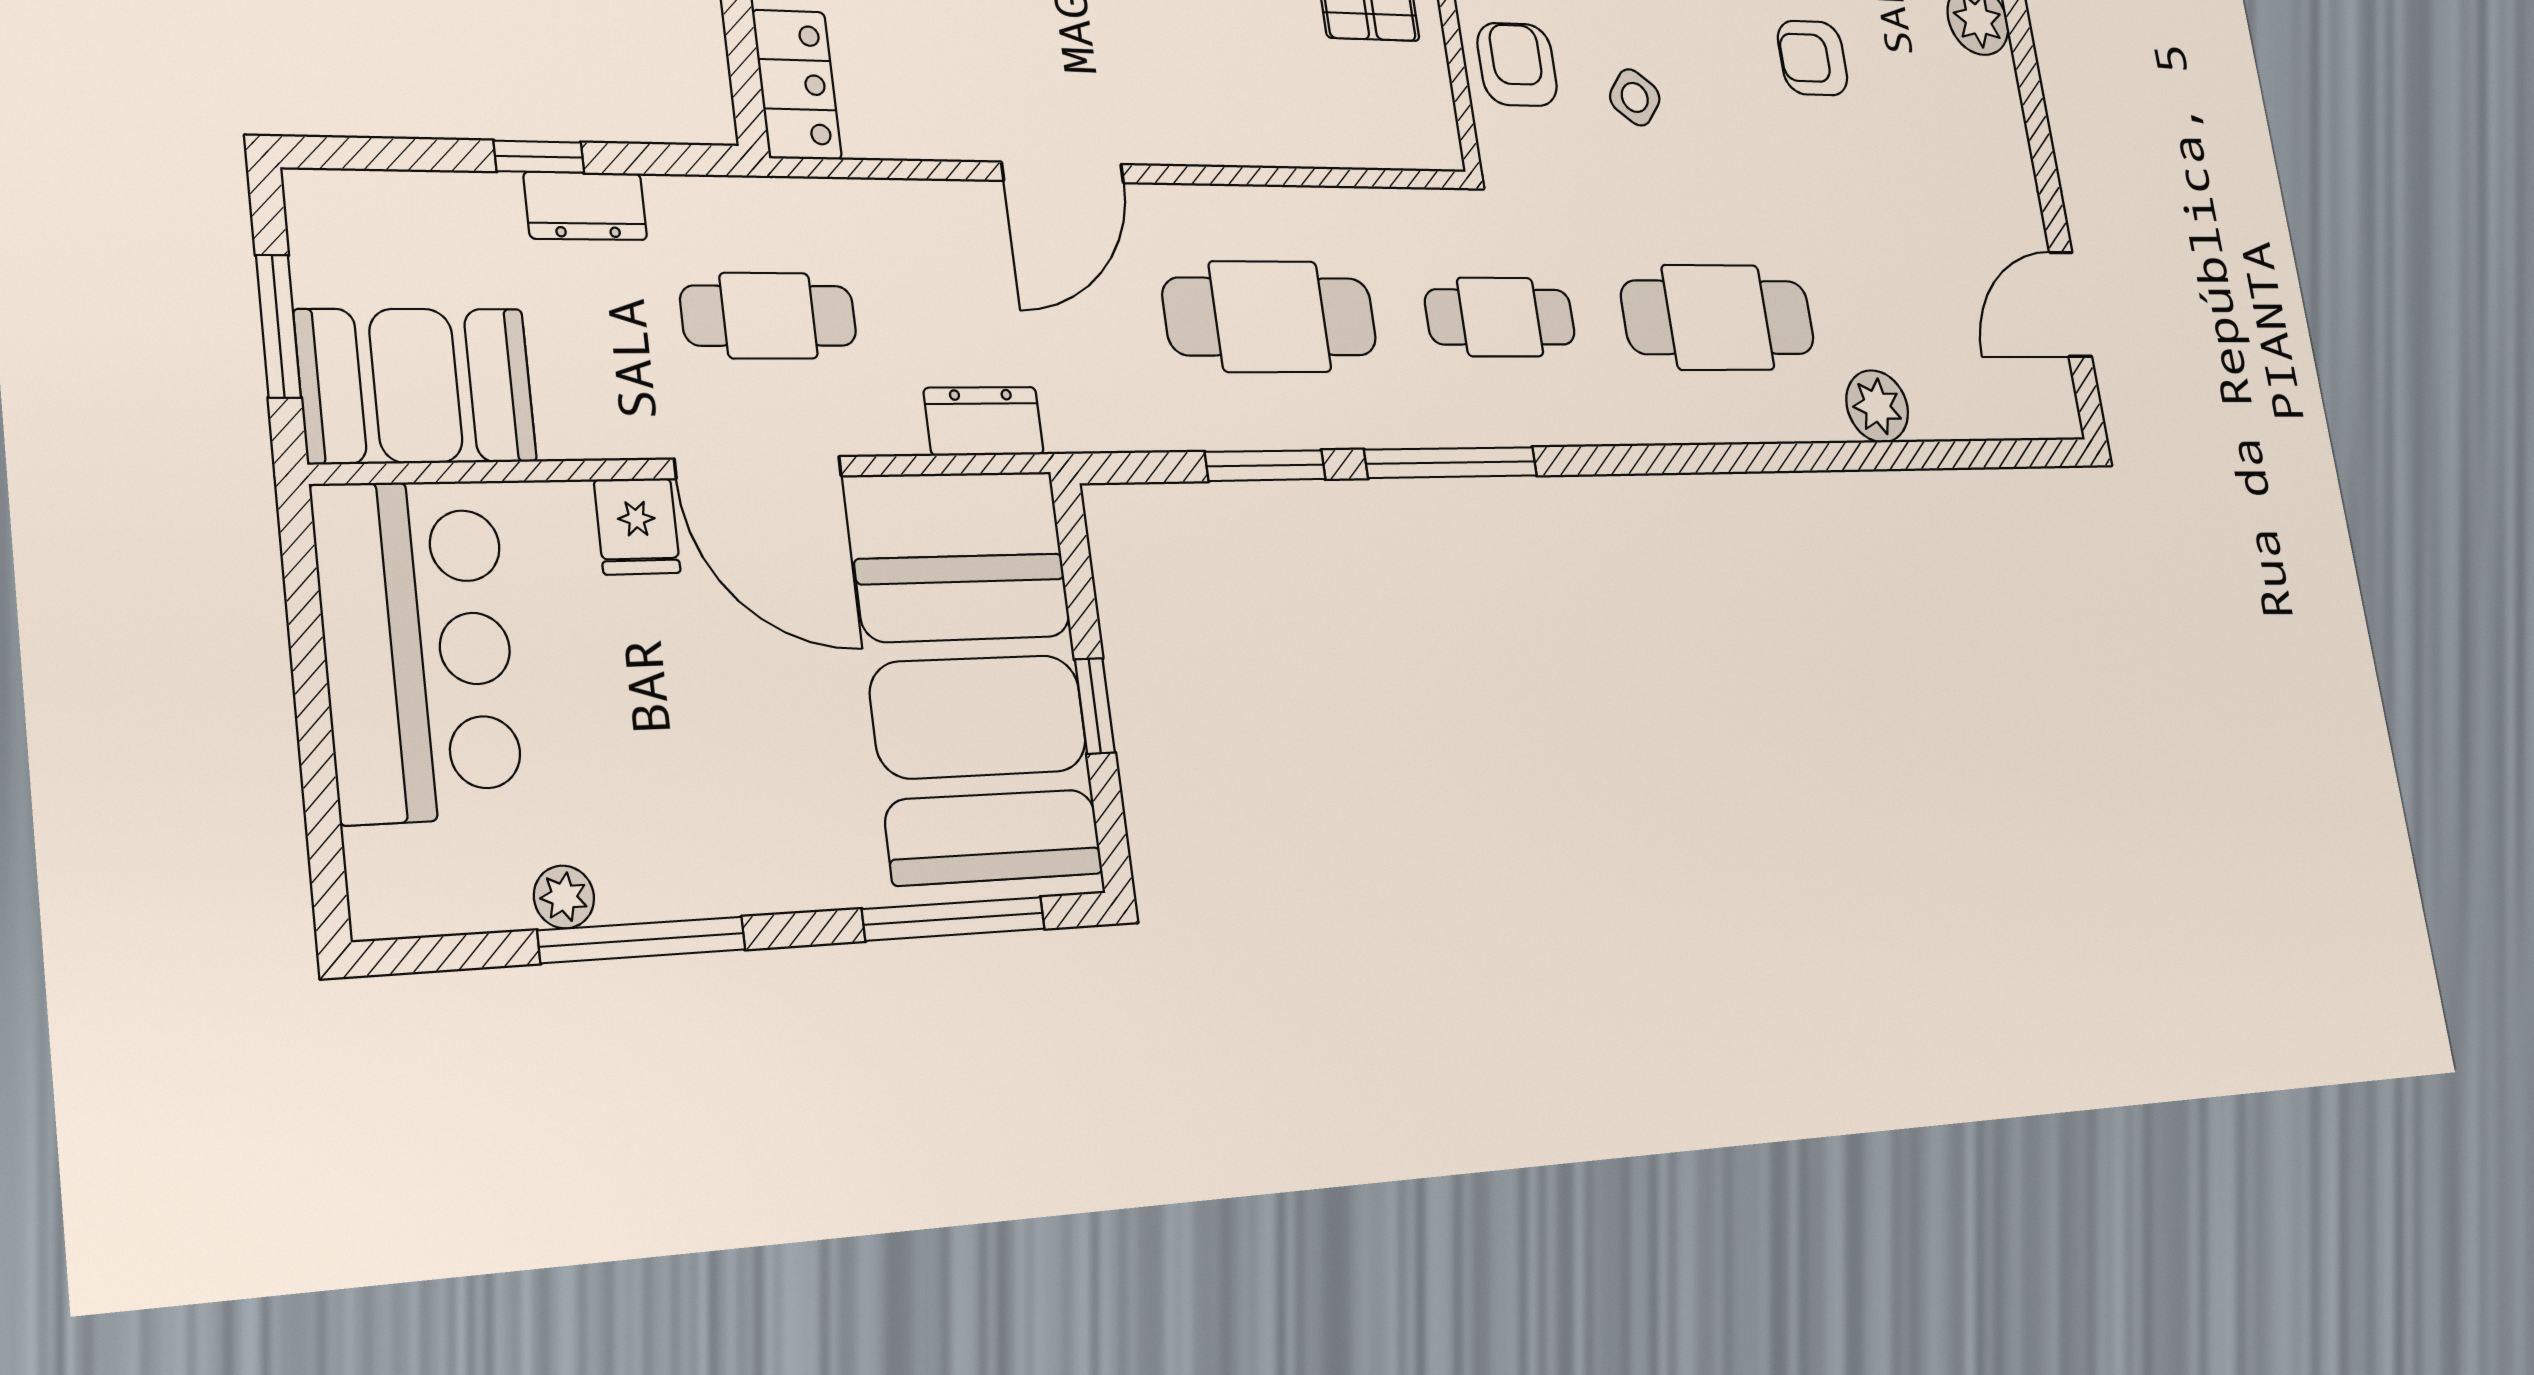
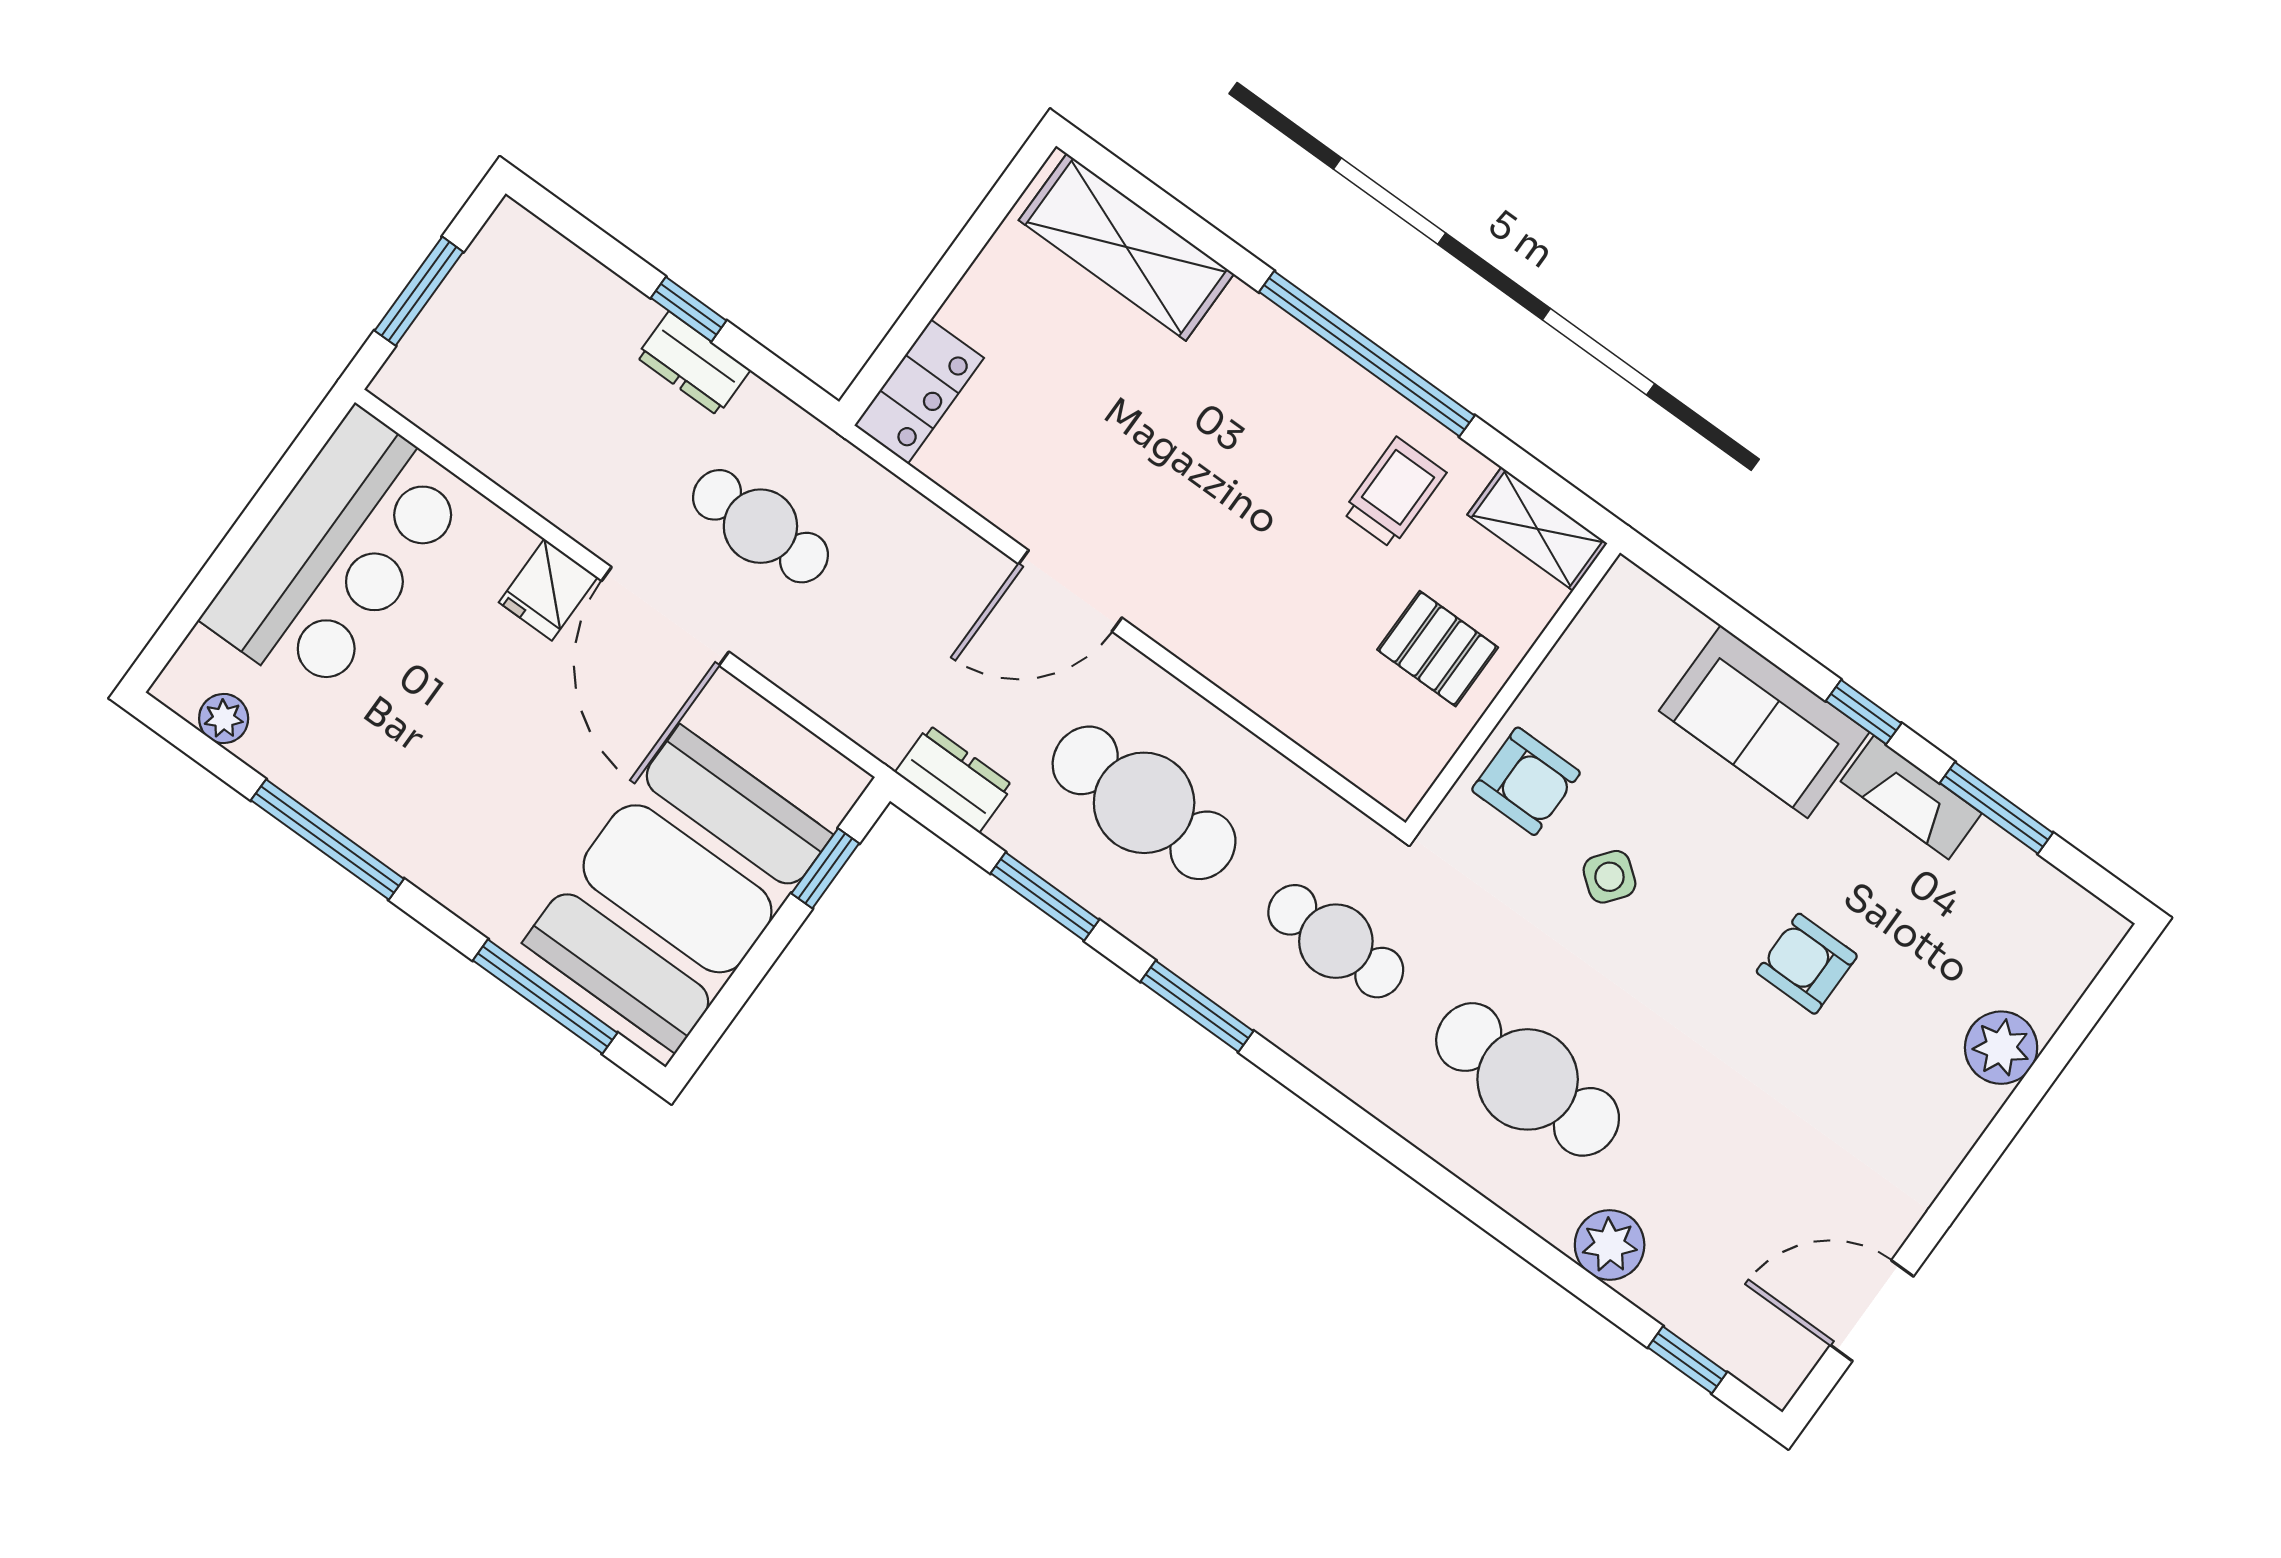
armchair: (1517, 64) -> (1526, 781), turned 90
booth: (416, 386) -> (477, 393), removed
dresser: (984, 421) -> (954, 779), moved
window: (1997, 454) -> (1687, 1360), added
window: (1451, 463) -> (1197, 1006), width x0.69
window: (1095, 706) -> (825, 868), moved
plant: (564, 897) -> (224, 719), moved

